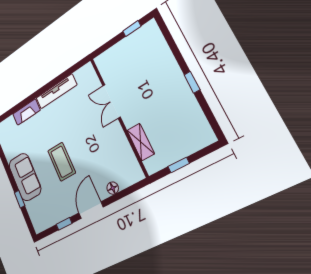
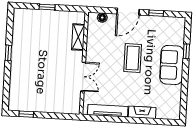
double door: (111, 101) -> (83, 77), moved
wall: (119, 117) -> (84, 63), moved
shelving: (141, 142) -> (78, 37), moved

